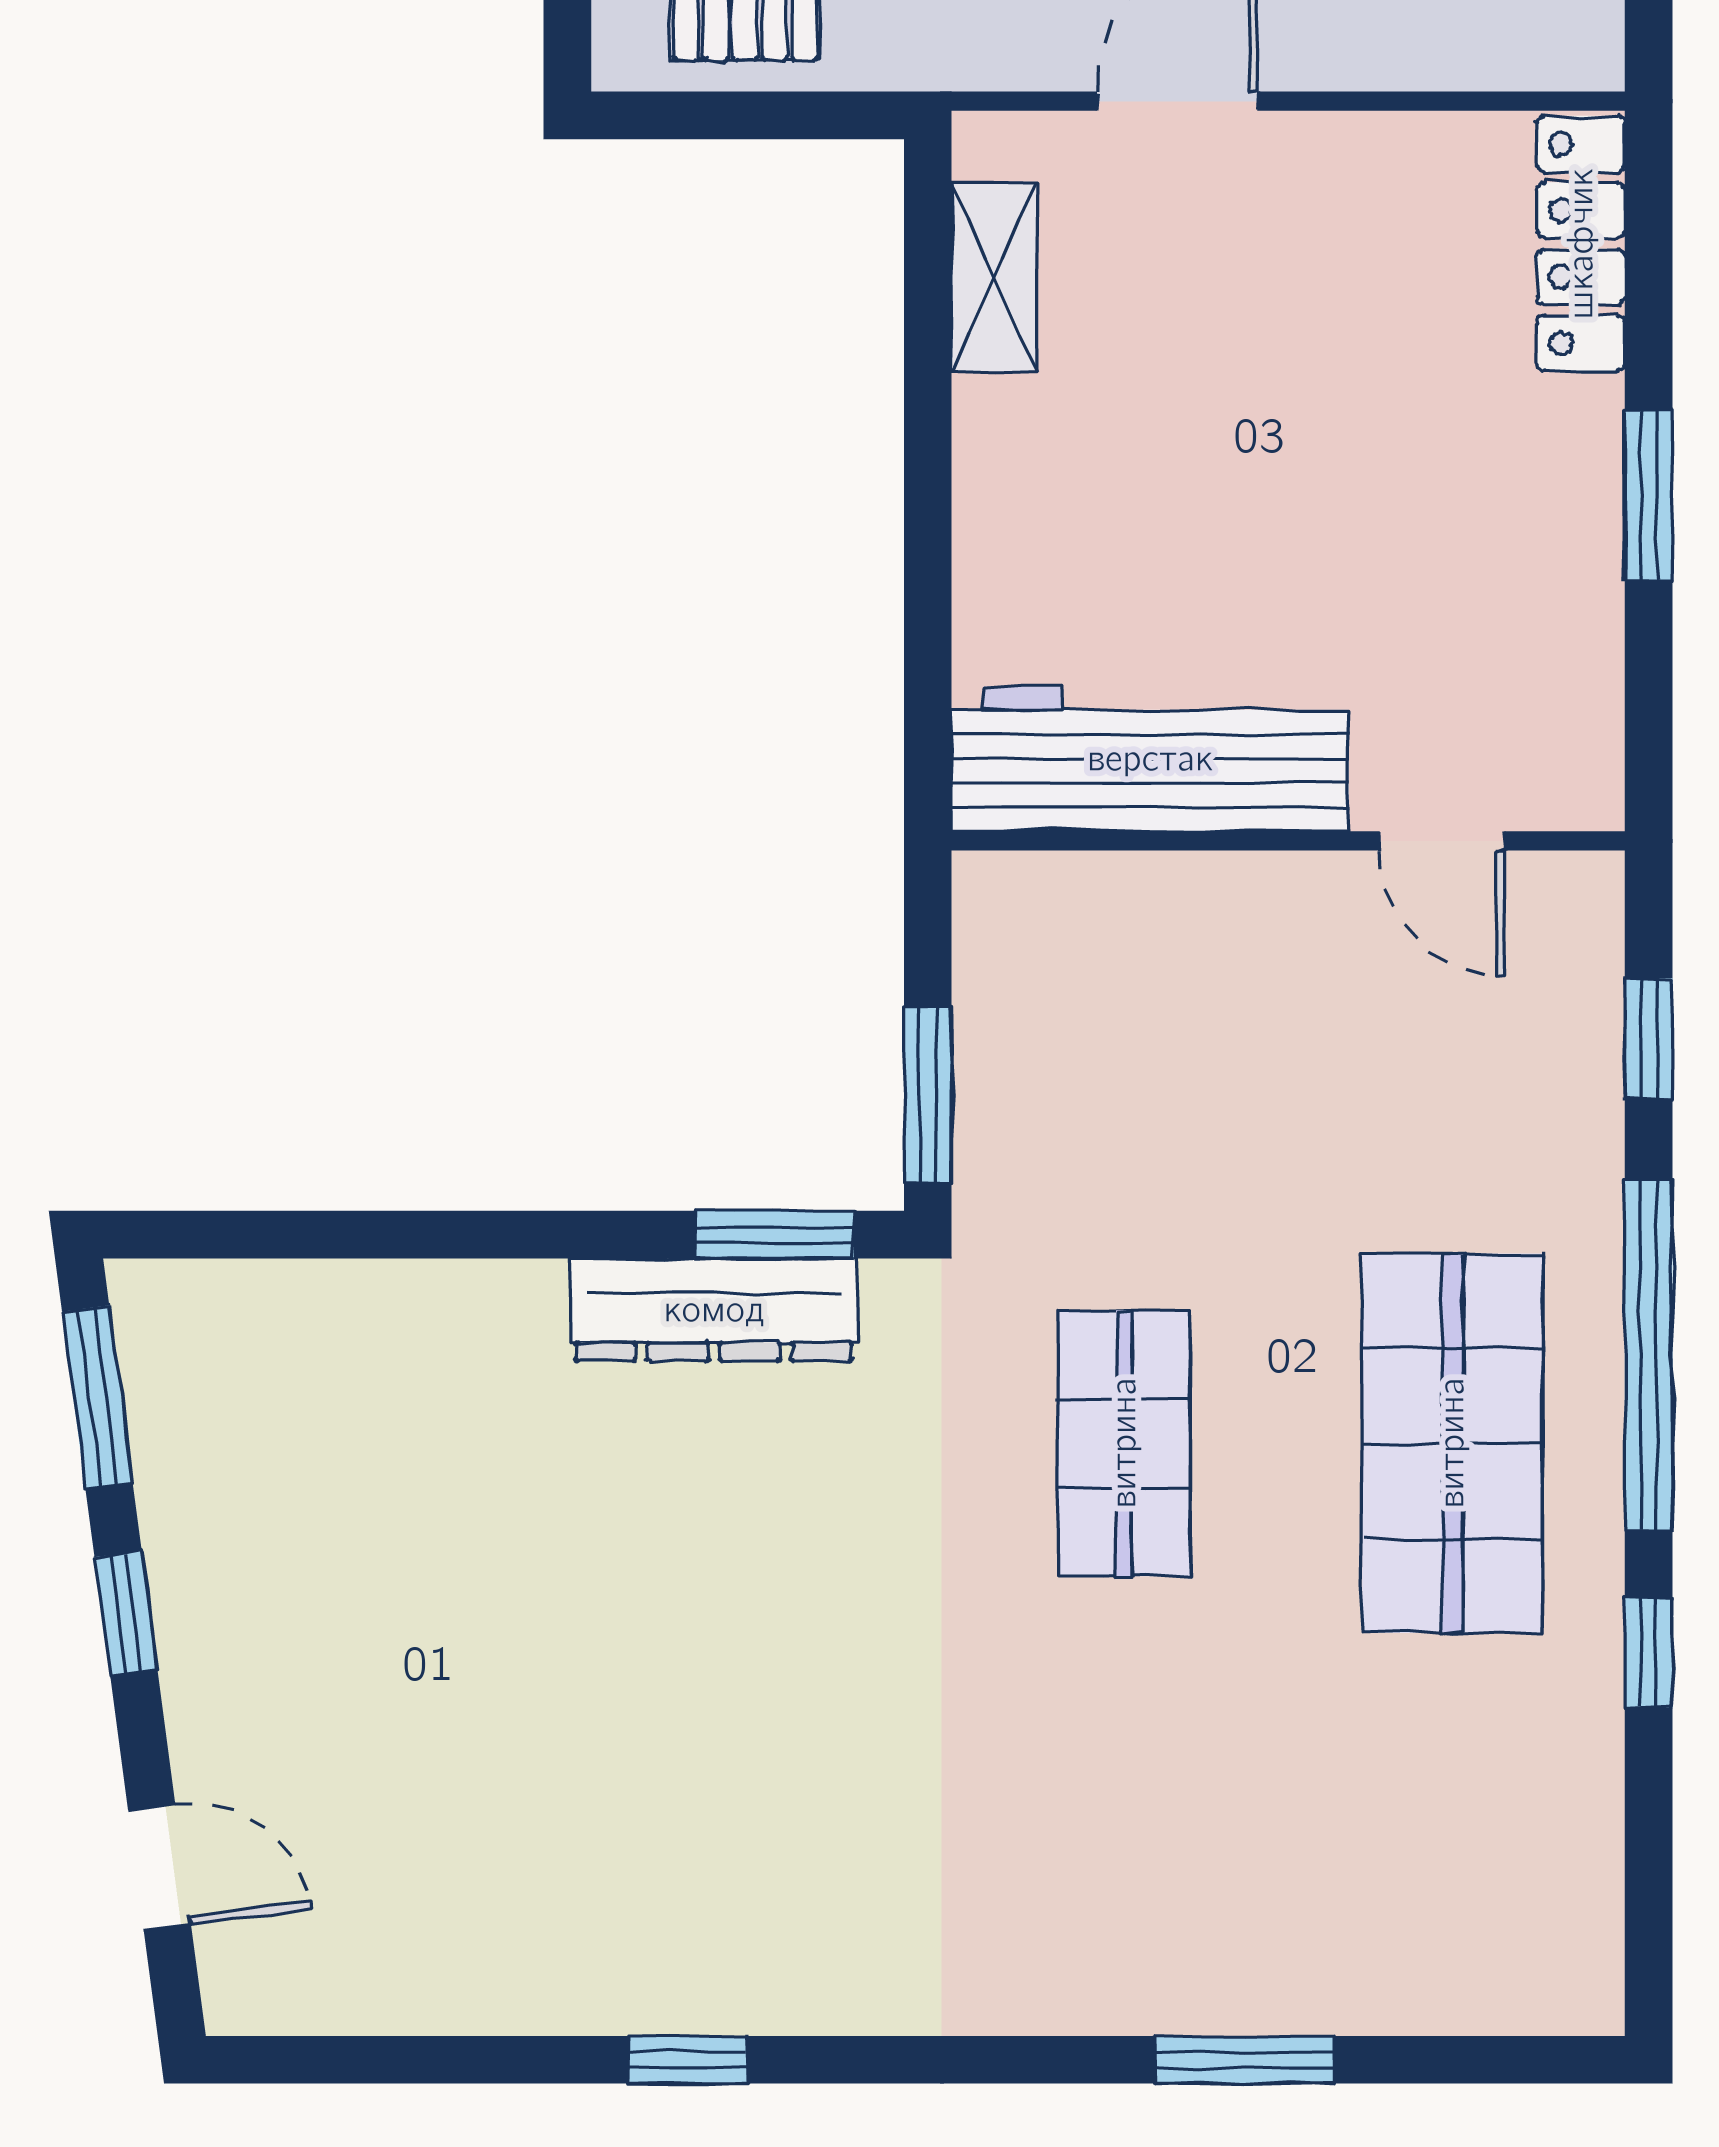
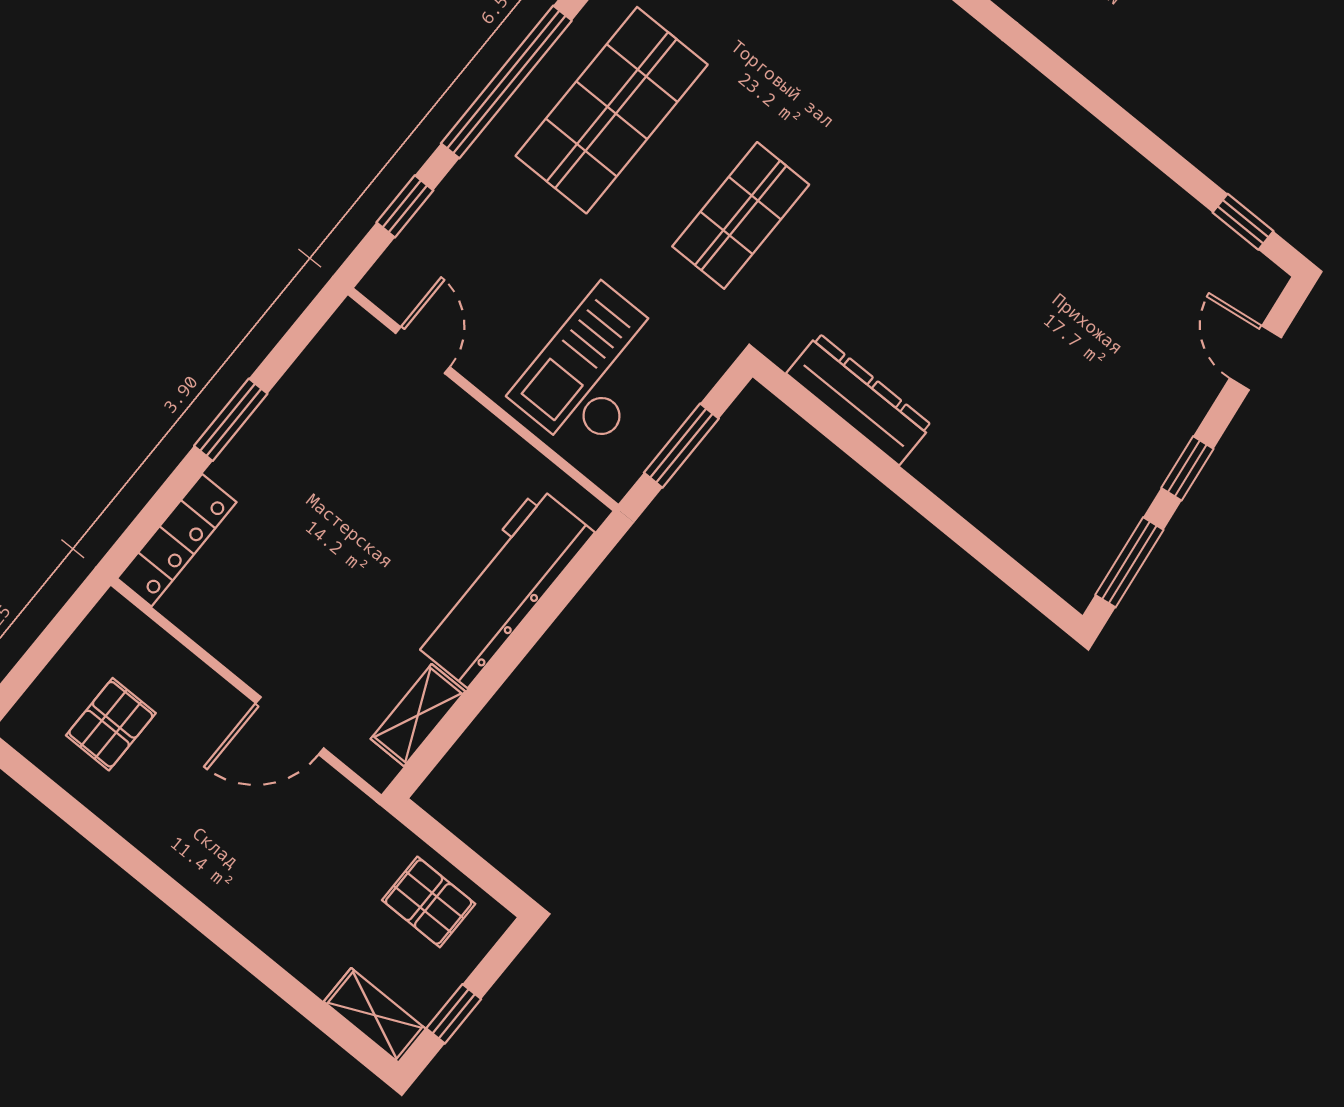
workbench: (1150, 759) -> (503, 587), moved, turned 90
checkout: (1154, 1023) -> (594, 371), added
window: (928, 1094) -> (681, 446), moved
window: (774, 1235) -> (811, 410), removed
window: (688, 2060) -> (1243, 222), moved

